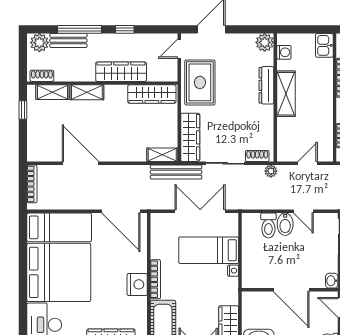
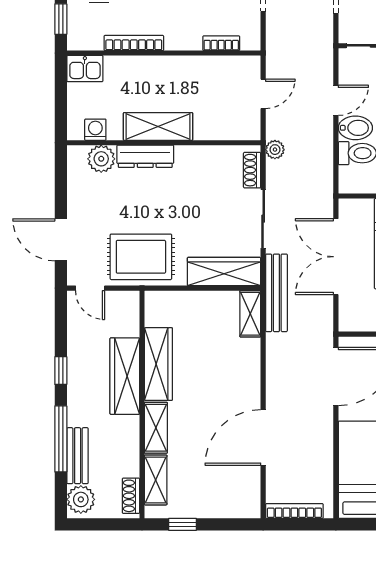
plant: (265, 42) -> (101, 159), moved
wardrobe: (152, 94) -> (158, 364), moved
door: (308, 163) -> (263, 94), swing flipped

